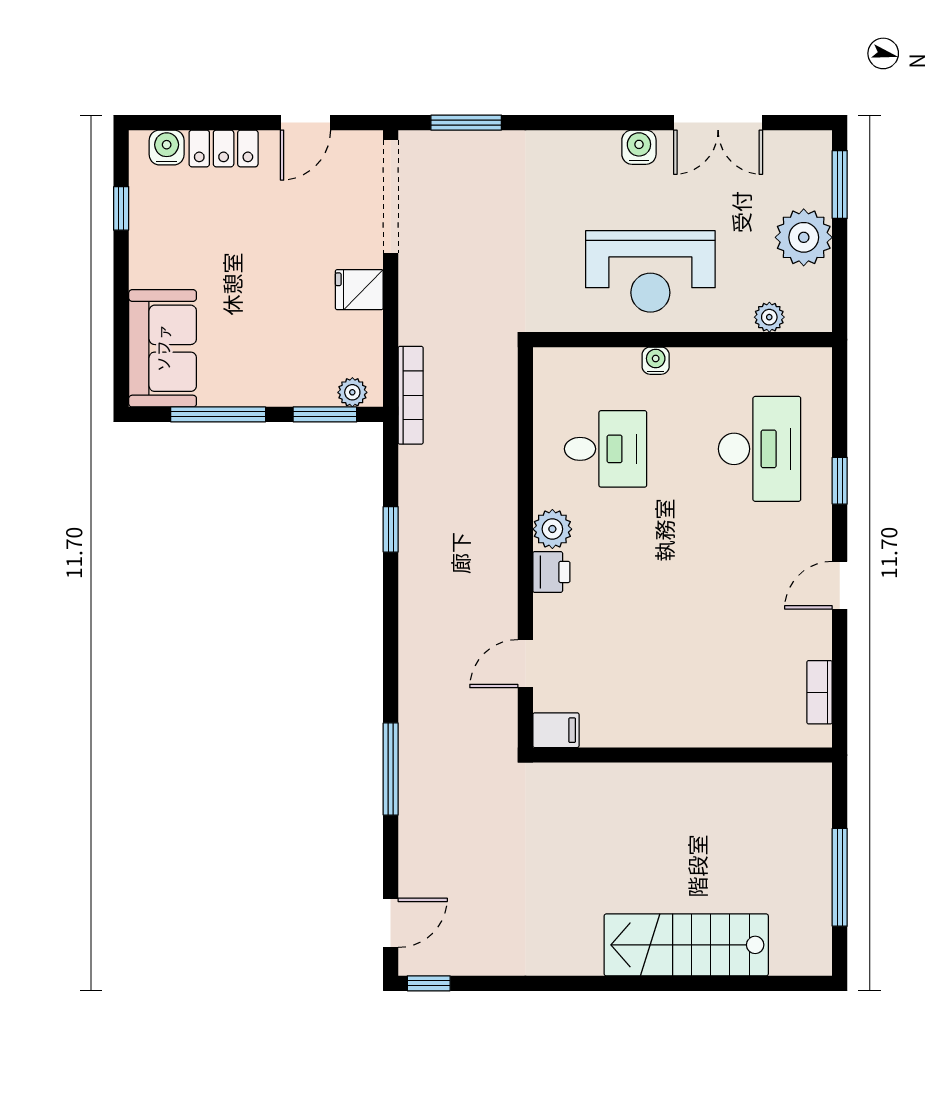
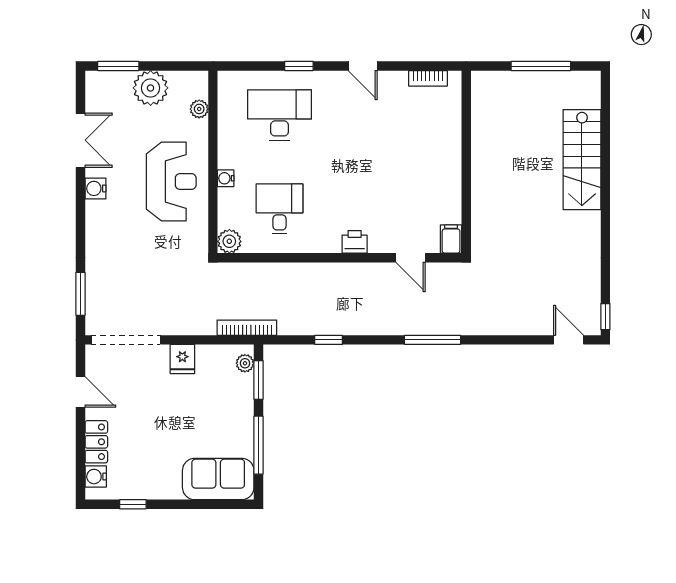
plant: (552, 529) -> (229, 241), moved
window: (391, 769) -> (433, 340), moved

